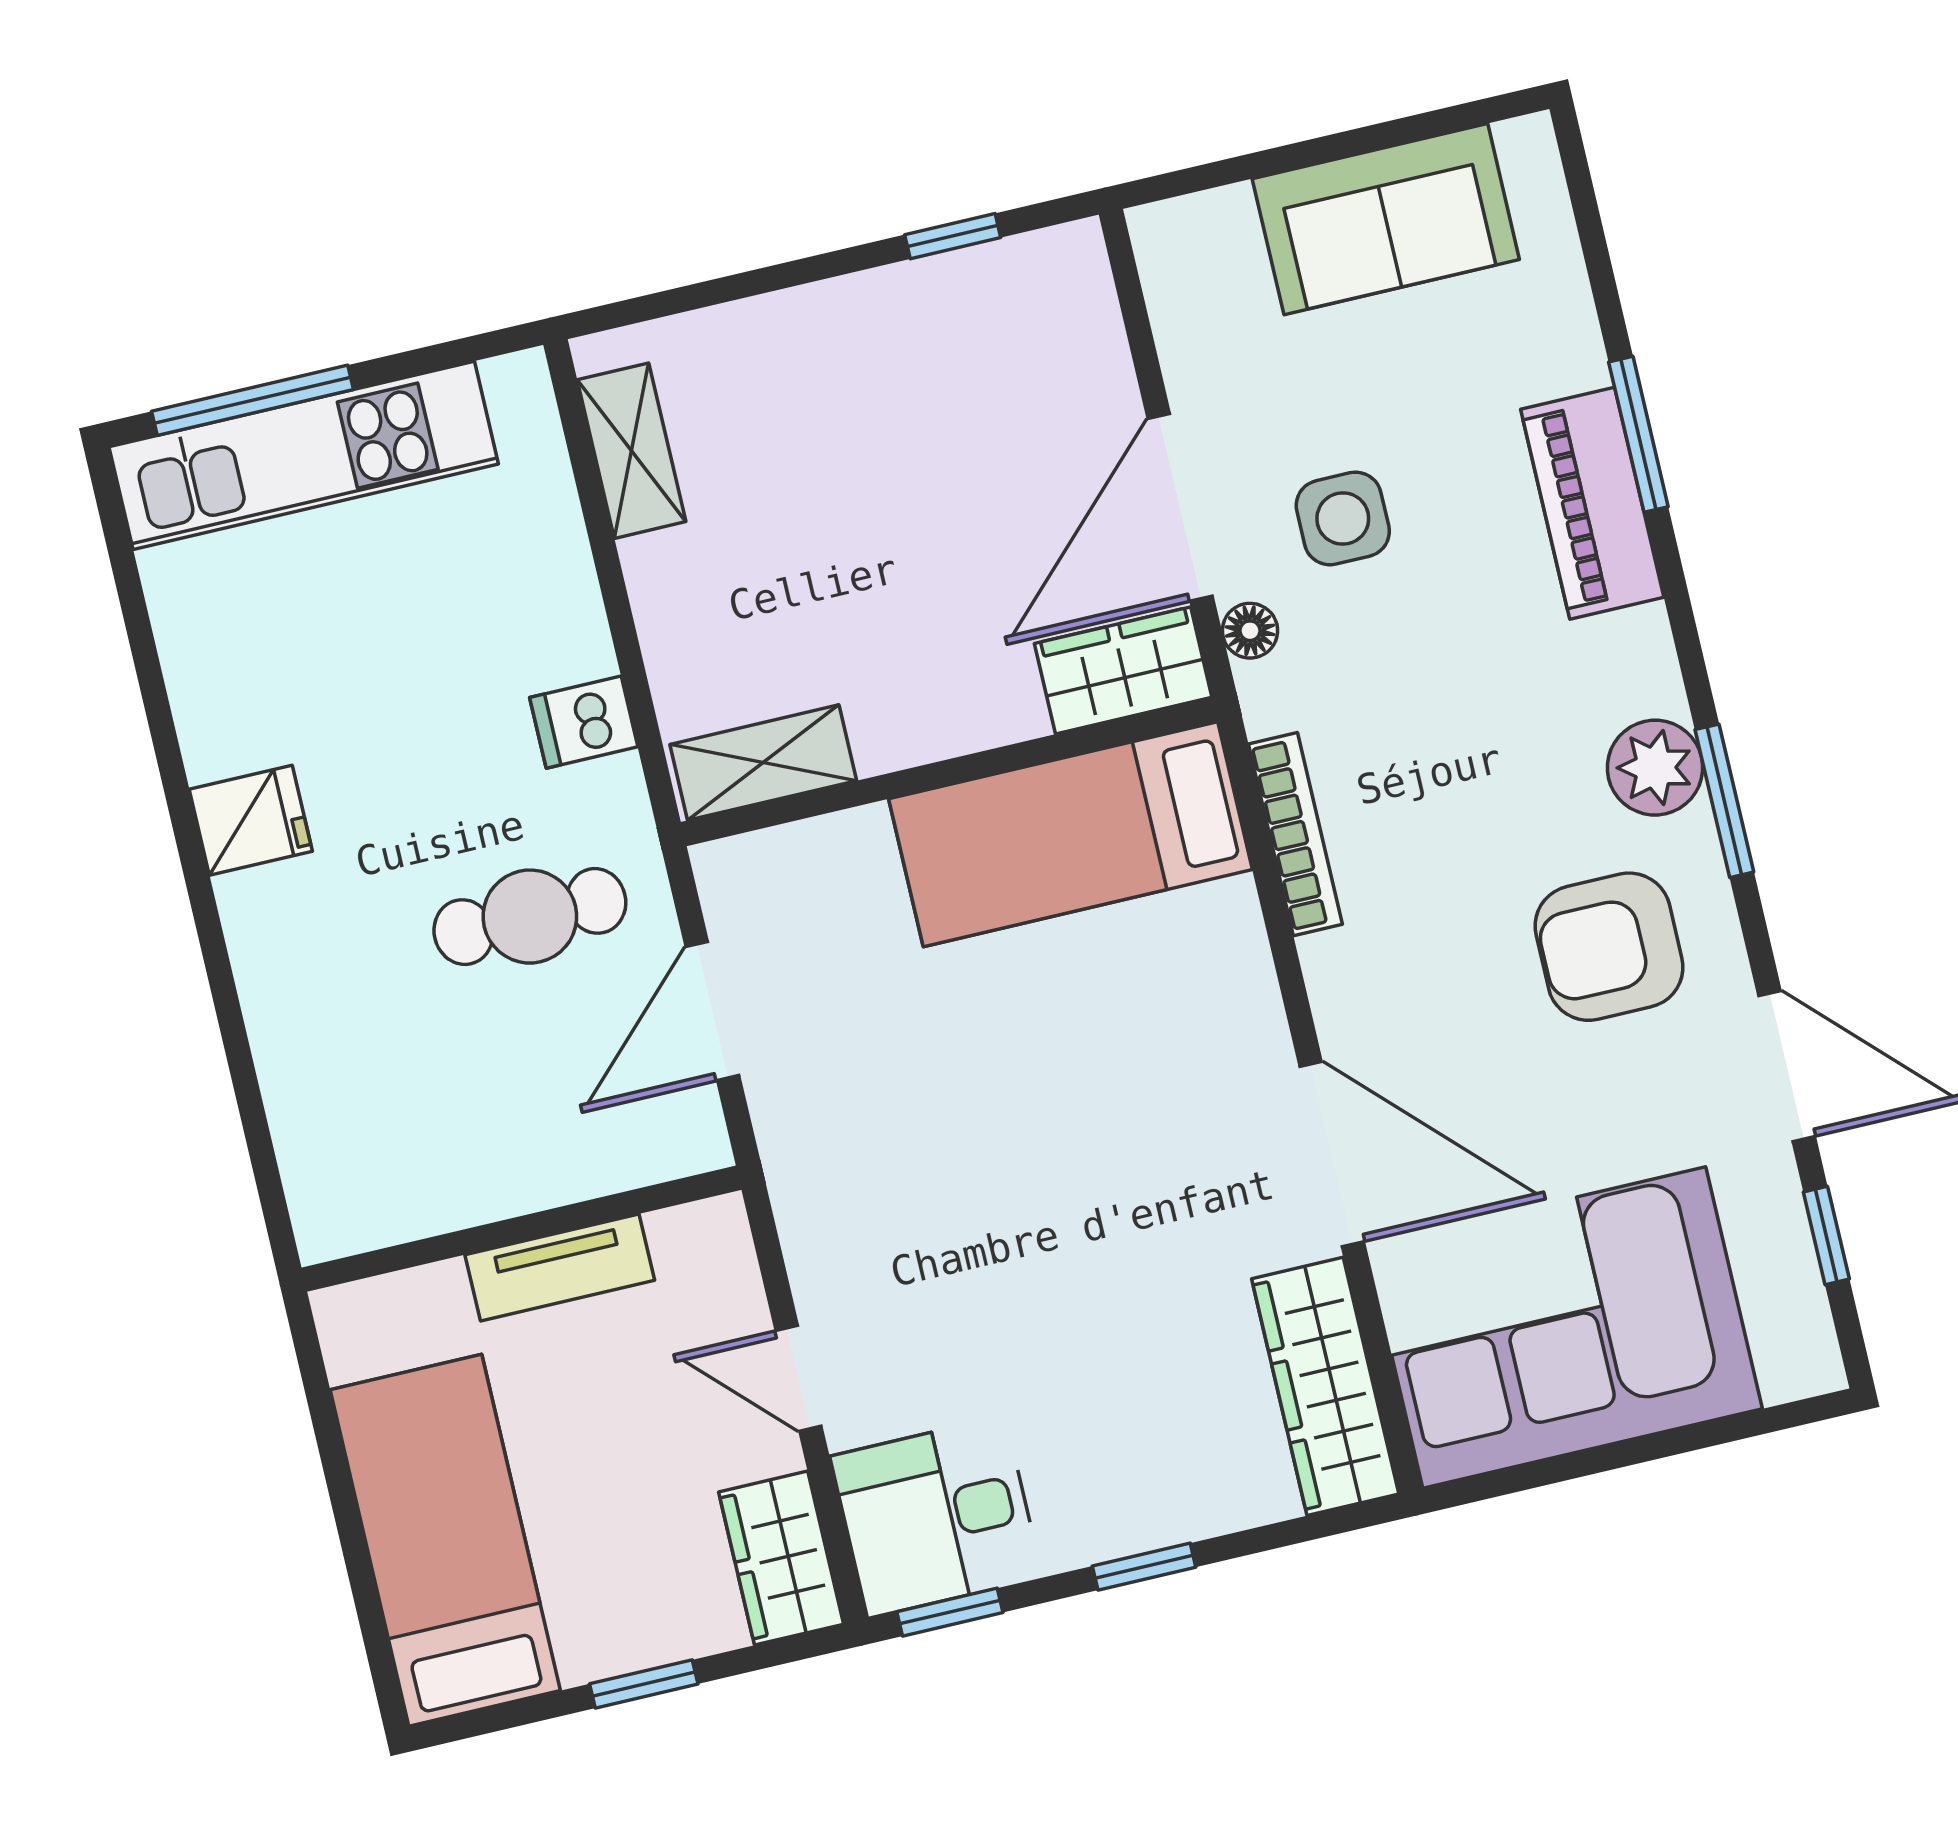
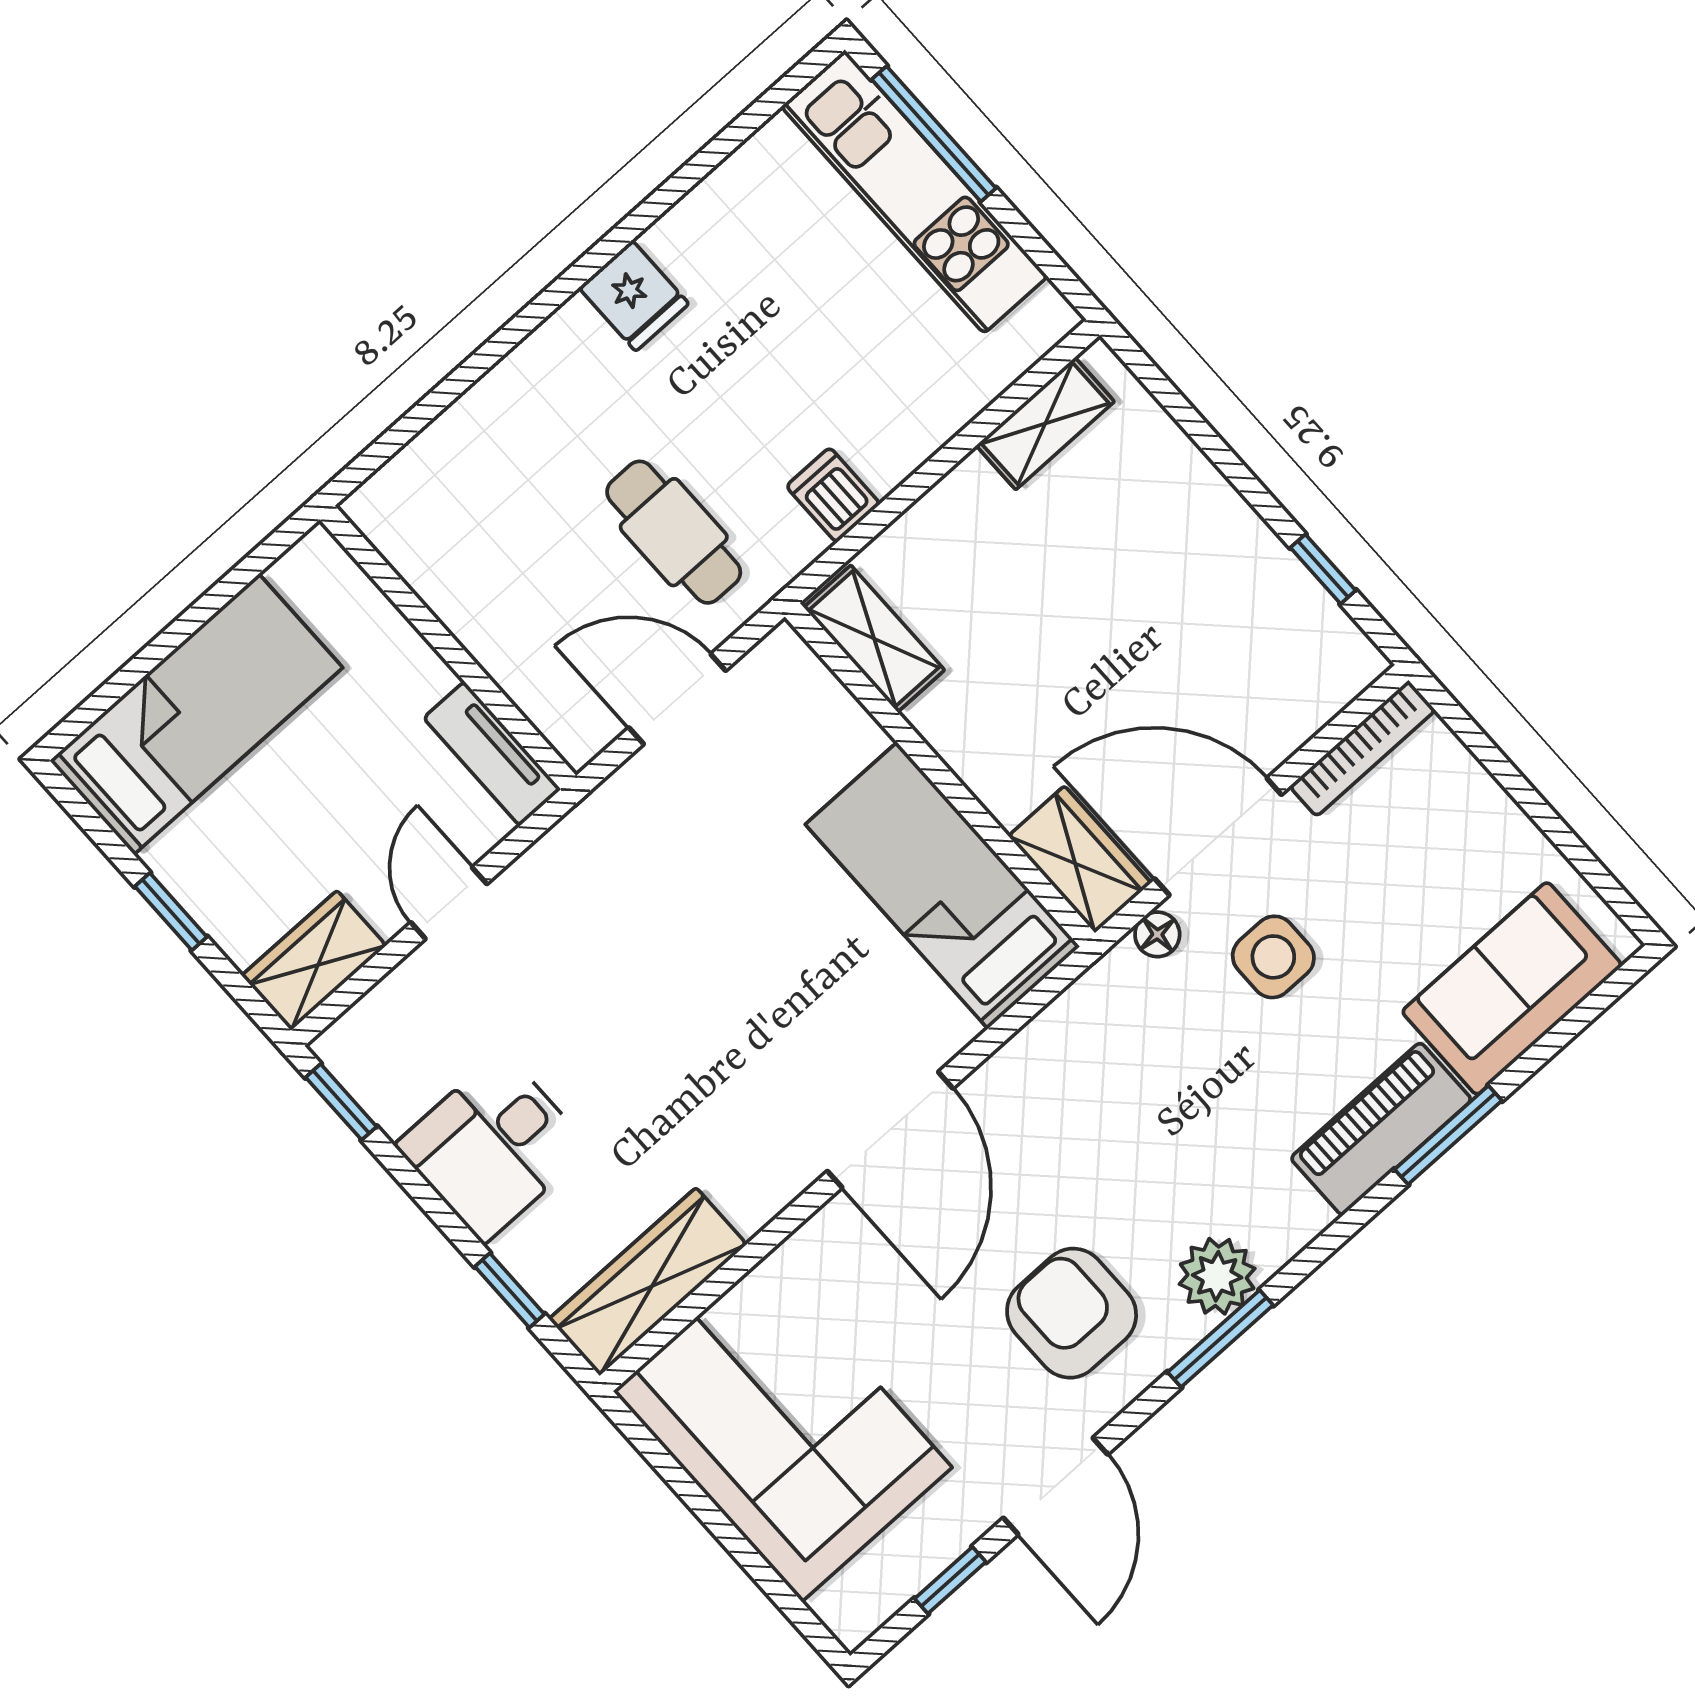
sofa: (1386, 219) -> (1512, 988), moved, turned 90
bookcase: (1295, 834) -> (1363, 748), moved
door: (1332, 1154) -> (890, 1130), moved
tv unit: (560, 1267) -> (492, 754), moved
desk: (936, 1517) -> (493, 1147), moved, turned -90
window: (1144, 1567) -> (510, 1290), moved

